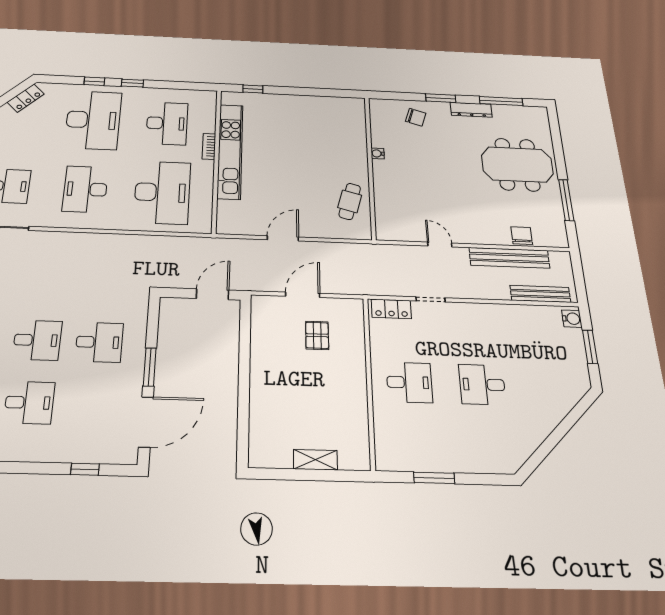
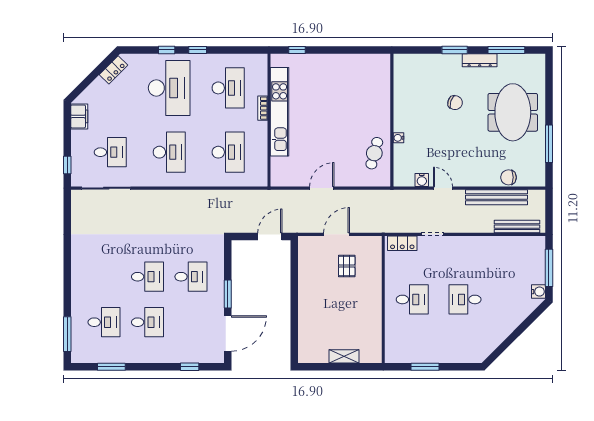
chair: (416, 117) -> (455, 103), moved
water cooler: (378, 153) -> (399, 138), moved
meeting table: (517, 165) -> (513, 112), turned 90
desk: (85, 189) -> (169, 152), turned 180
desk: (162, 192) -> (228, 152), width x0.73, depth x0.77
water cooler: (412, 234) -> (422, 180), added
chair: (522, 236) -> (509, 177), turned -90
water cooler: (572, 319) -> (538, 292), moved
window: (590, 347) -> (549, 268), width x1.44

